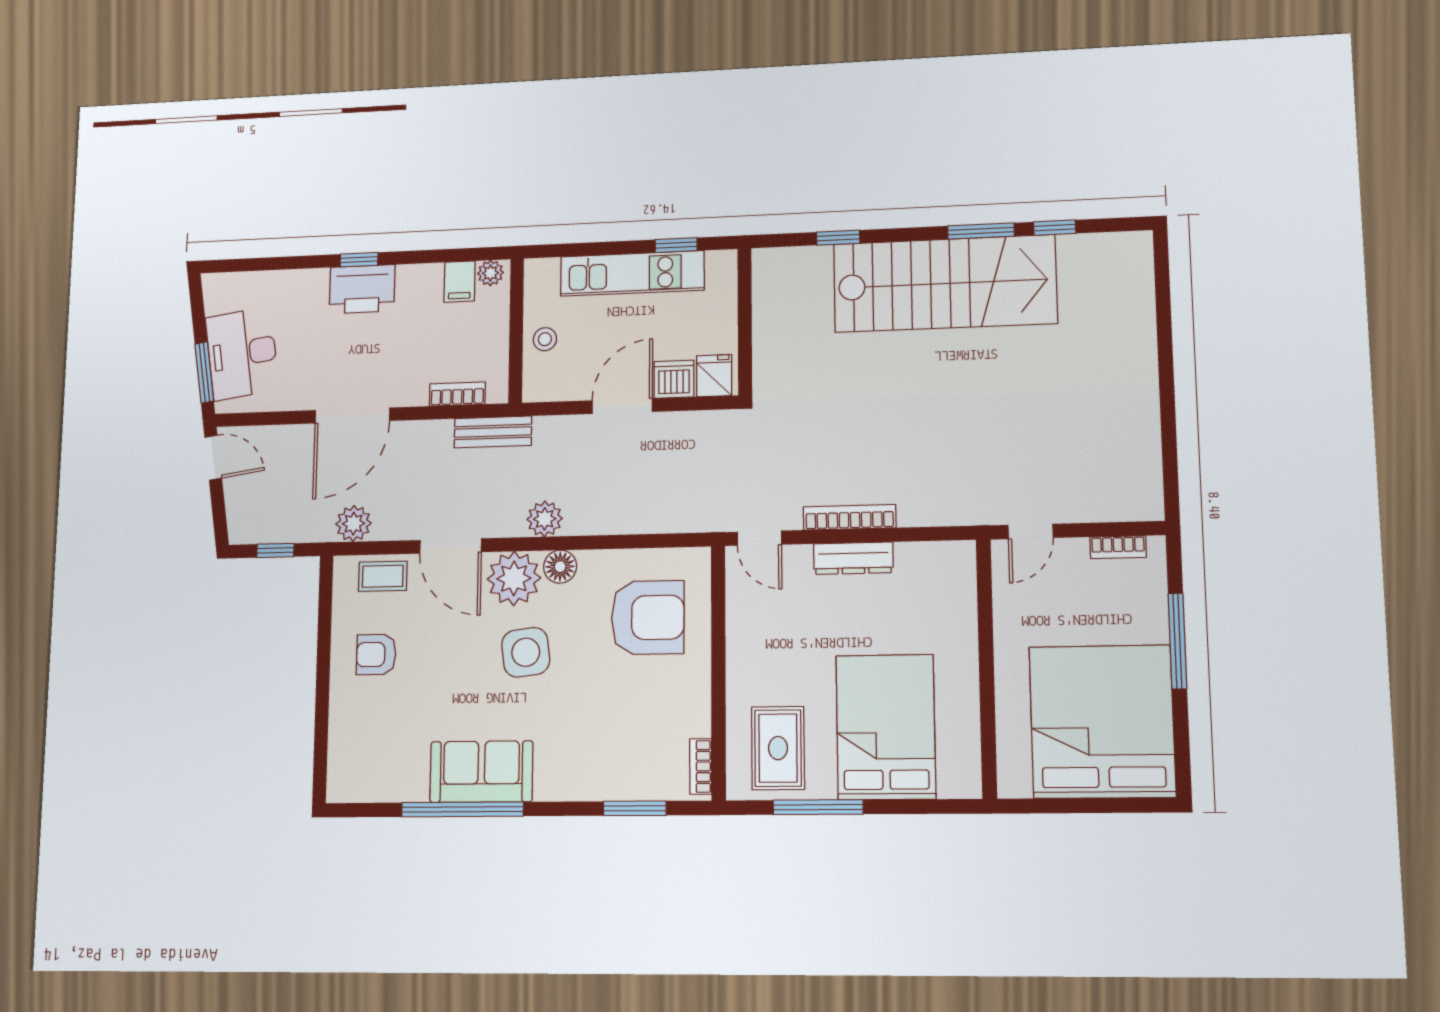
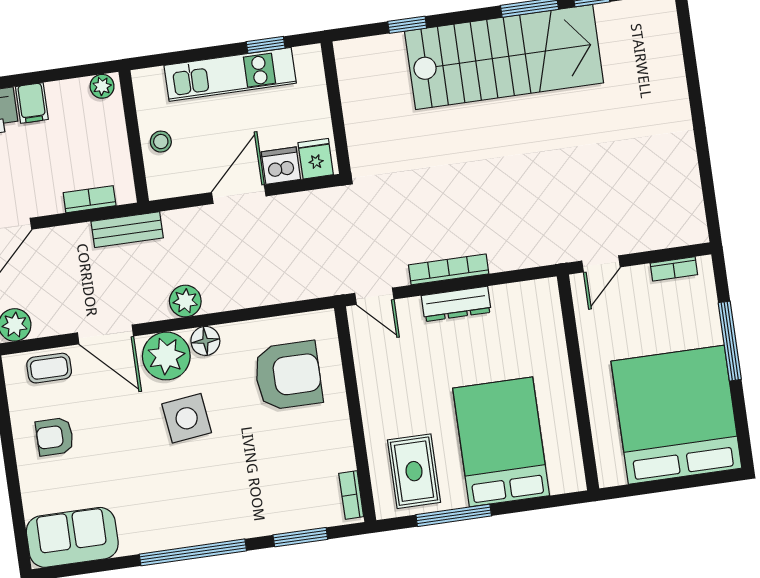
filing cabinet: (460, 282) -> (32, 103), moved
sofa: (481, 772) -> (72, 537), moved
window: (462, 809) -> (193, 552), moved

